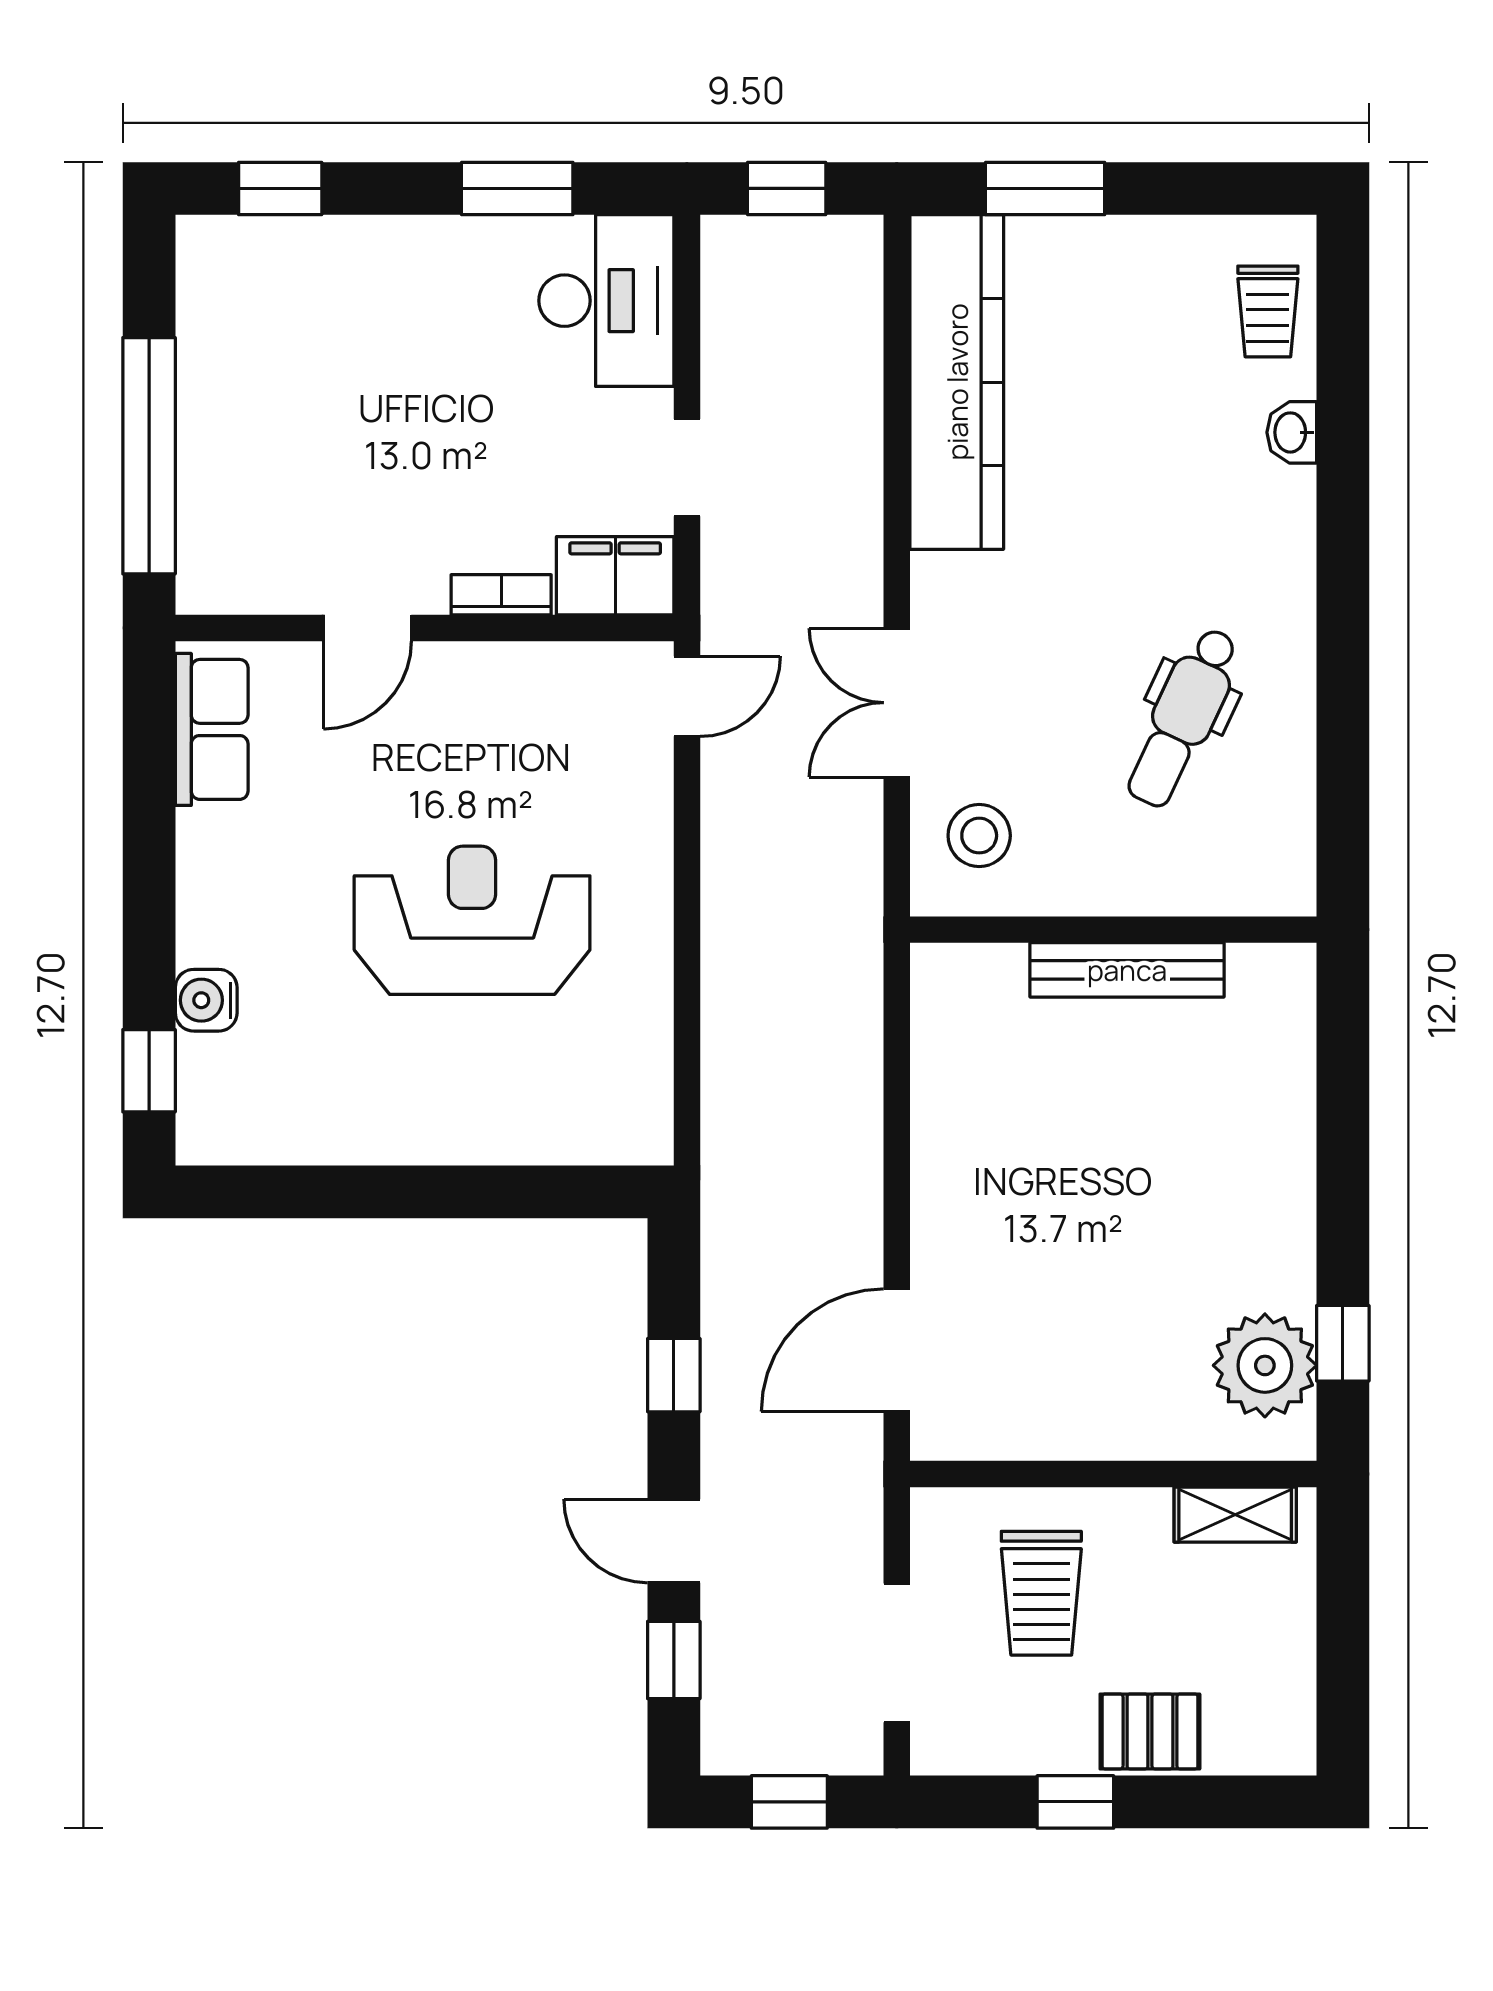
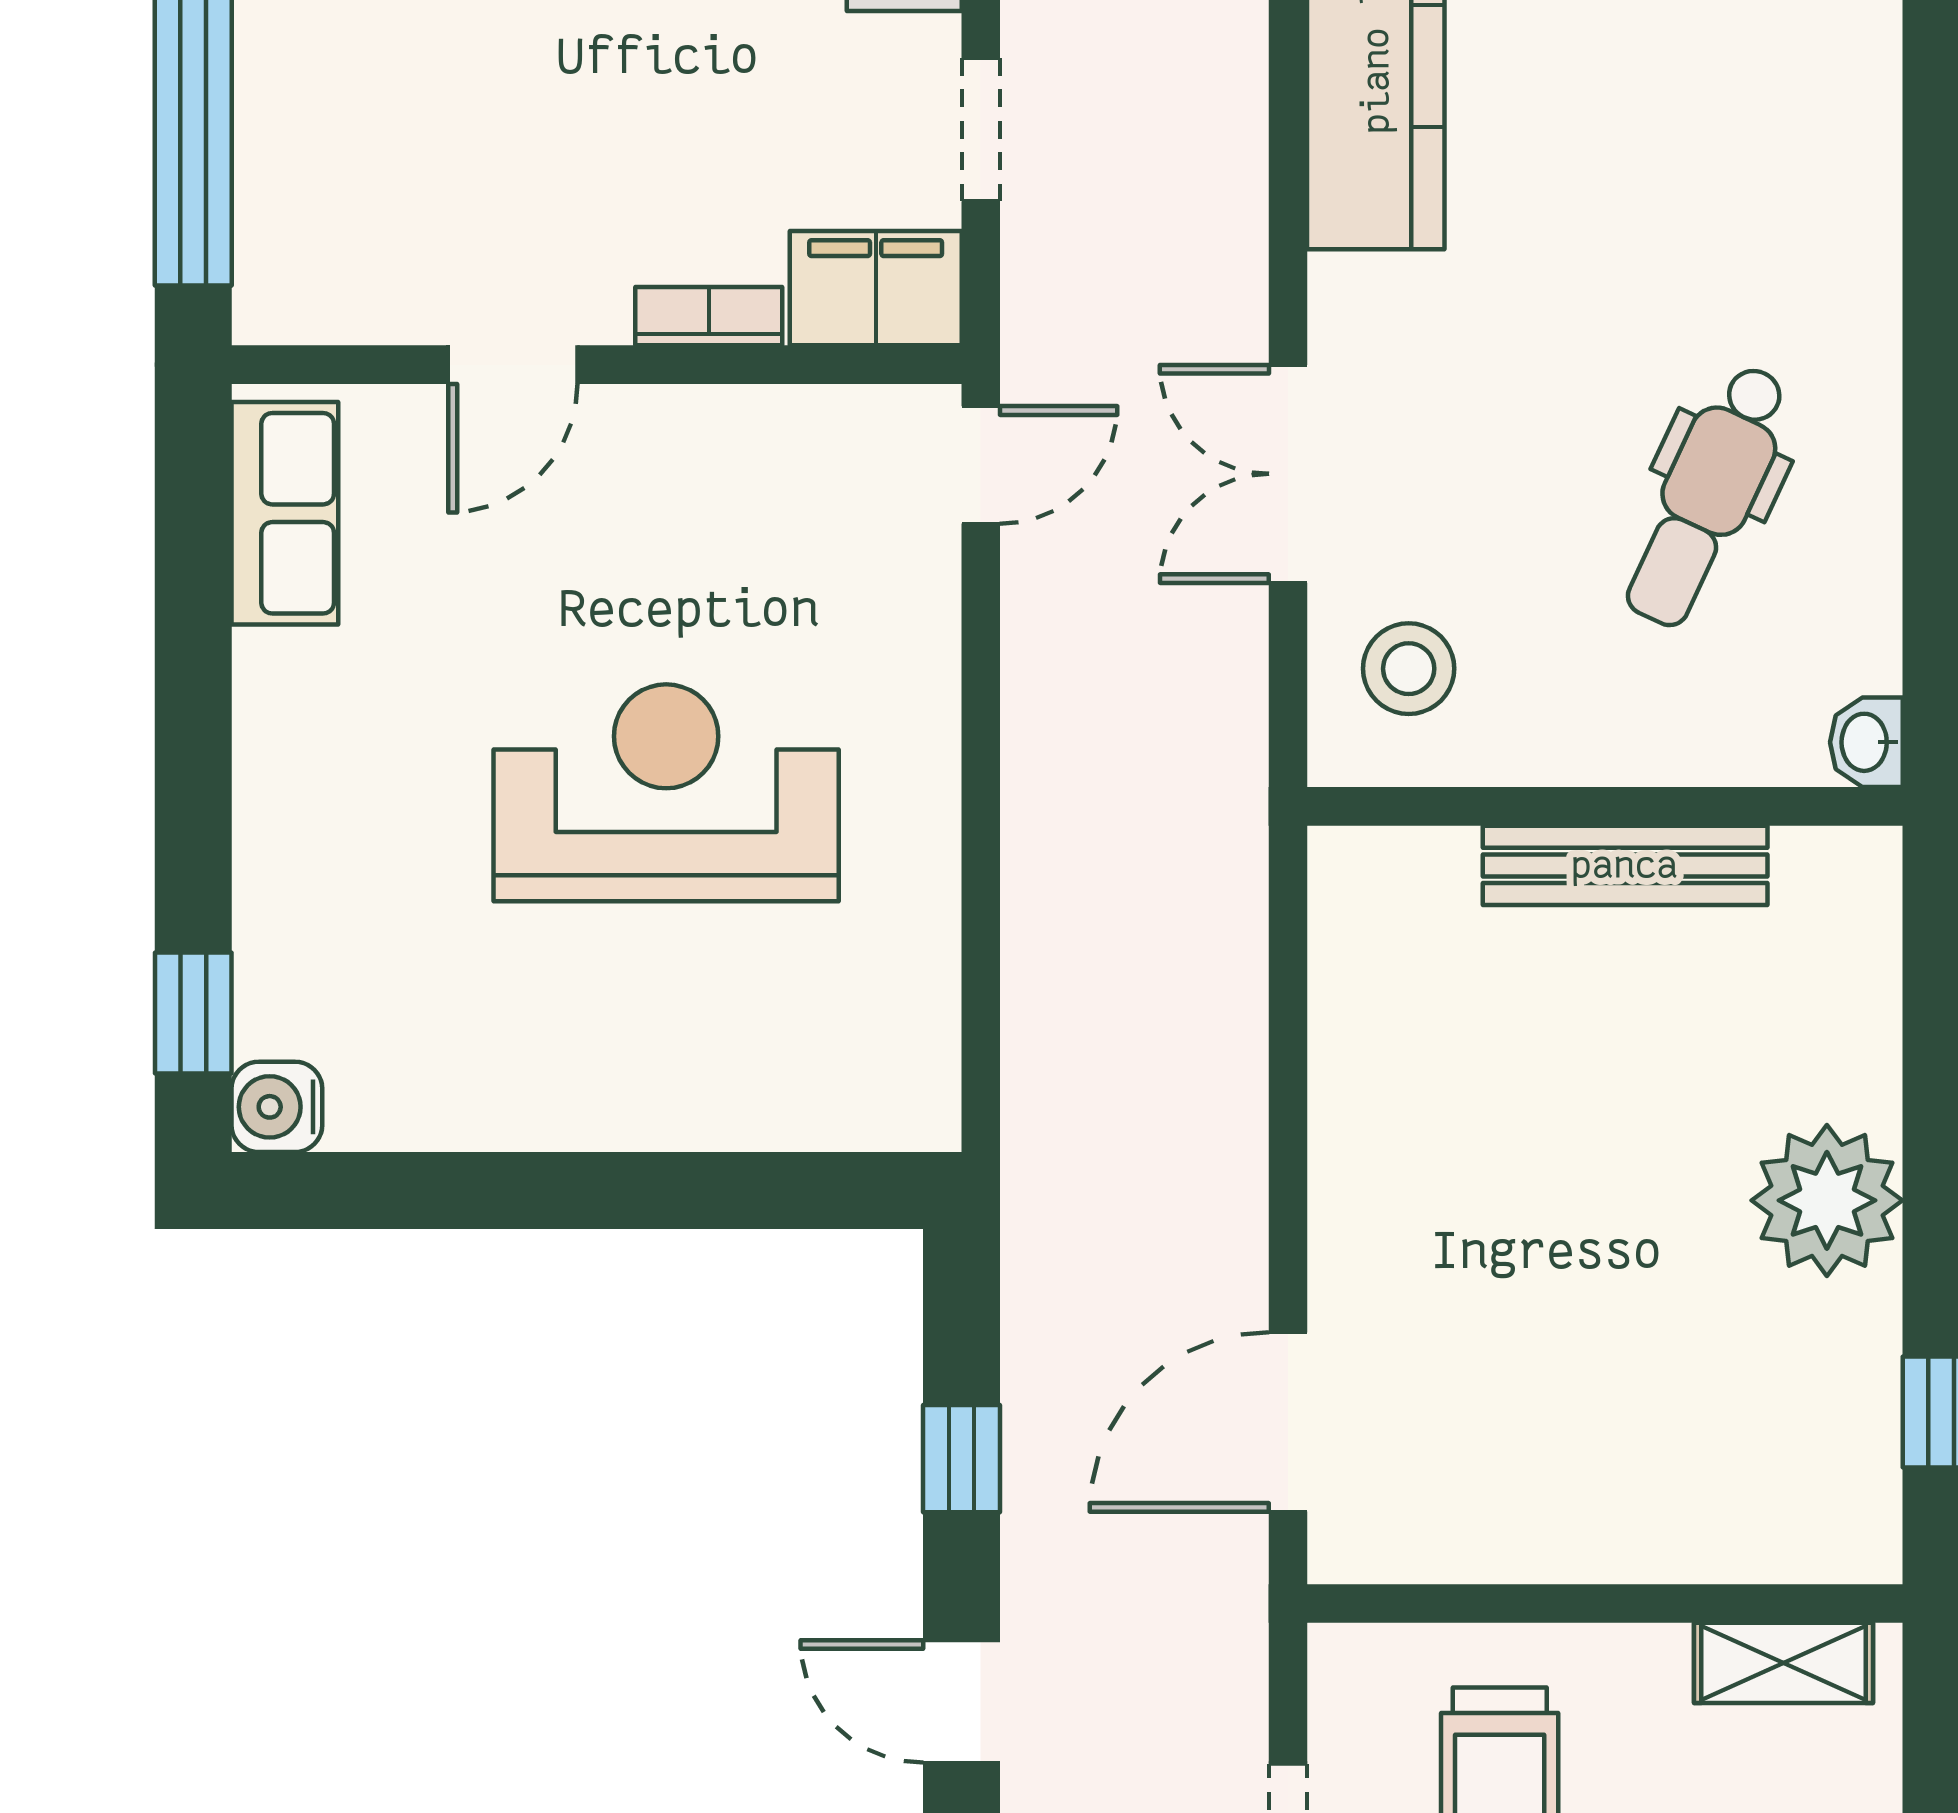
washbasin: (1292, 432) -> (1866, 742), moved
water cooler: (206, 1000) -> (277, 1107), moved
plant: (1265, 1365) -> (1827, 1200), moved

